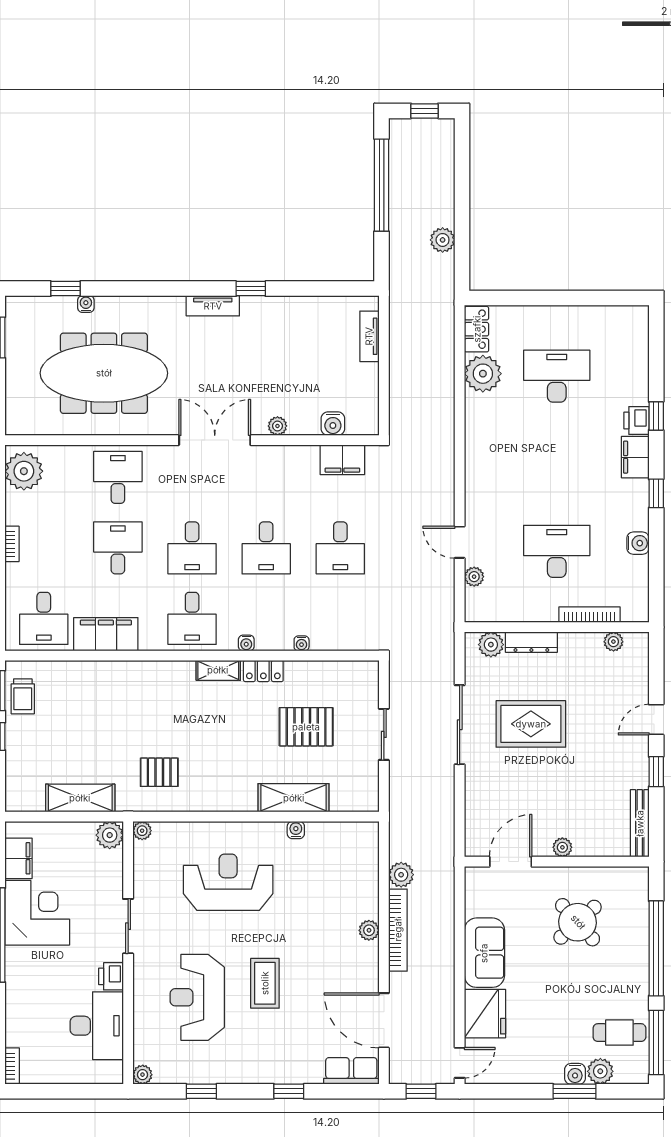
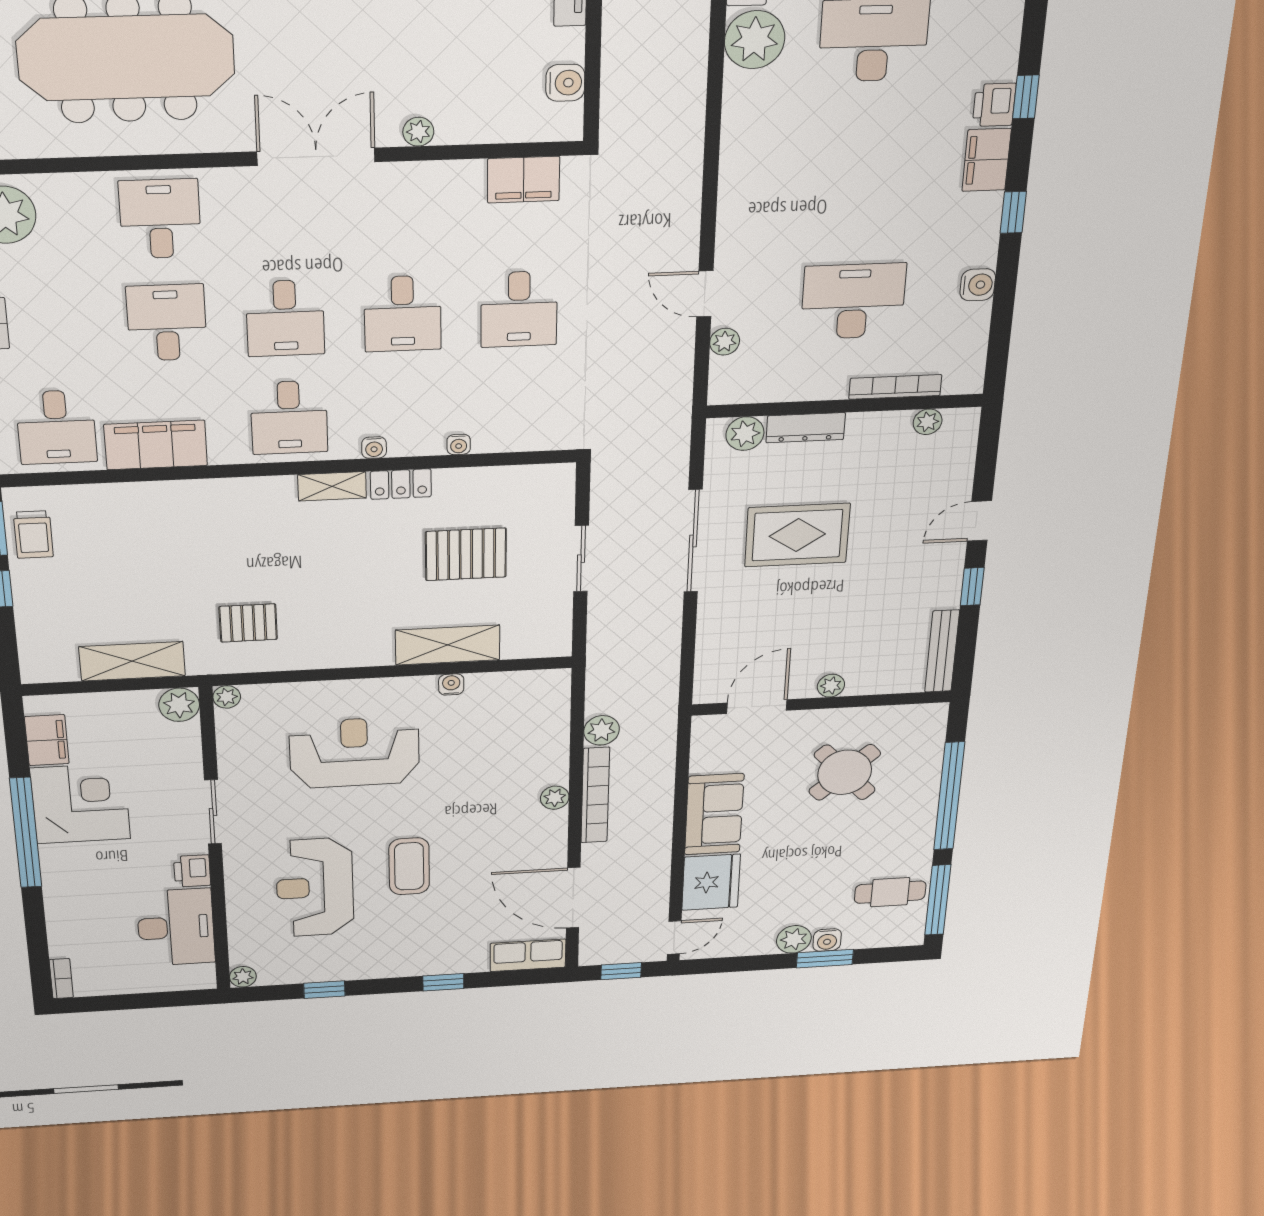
water cooler: (333, 424) -> (565, 83), moved, turned -90
plant: (600, 1071) -> (794, 939), moved

